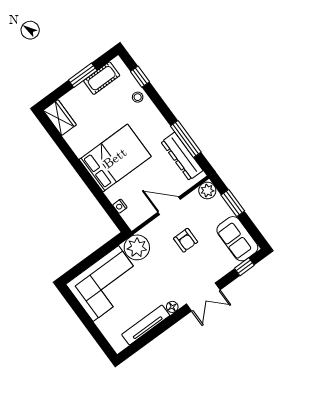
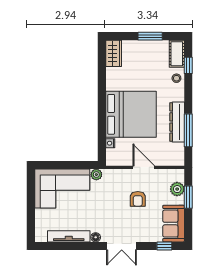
cot: (102, 78) -> (177, 54), moved, turned 90
dresser: (182, 156) -> (177, 122), moved
bed: (115, 158) -> (131, 114), width x1.36
plant: (207, 191) -> (177, 189), moved
plant: (137, 247) -> (96, 175), width x0.53, depth x0.53

